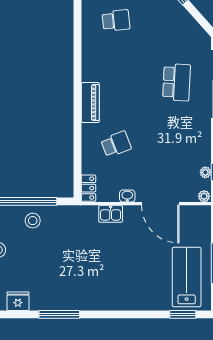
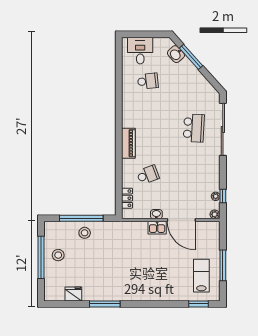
locker: (88, 188) -> (127, 198), moved
kitchen sink: (111, 214) -> (157, 228), moved
lab bench: (187, 277) -> (201, 276), width x0.73, depth x0.72

